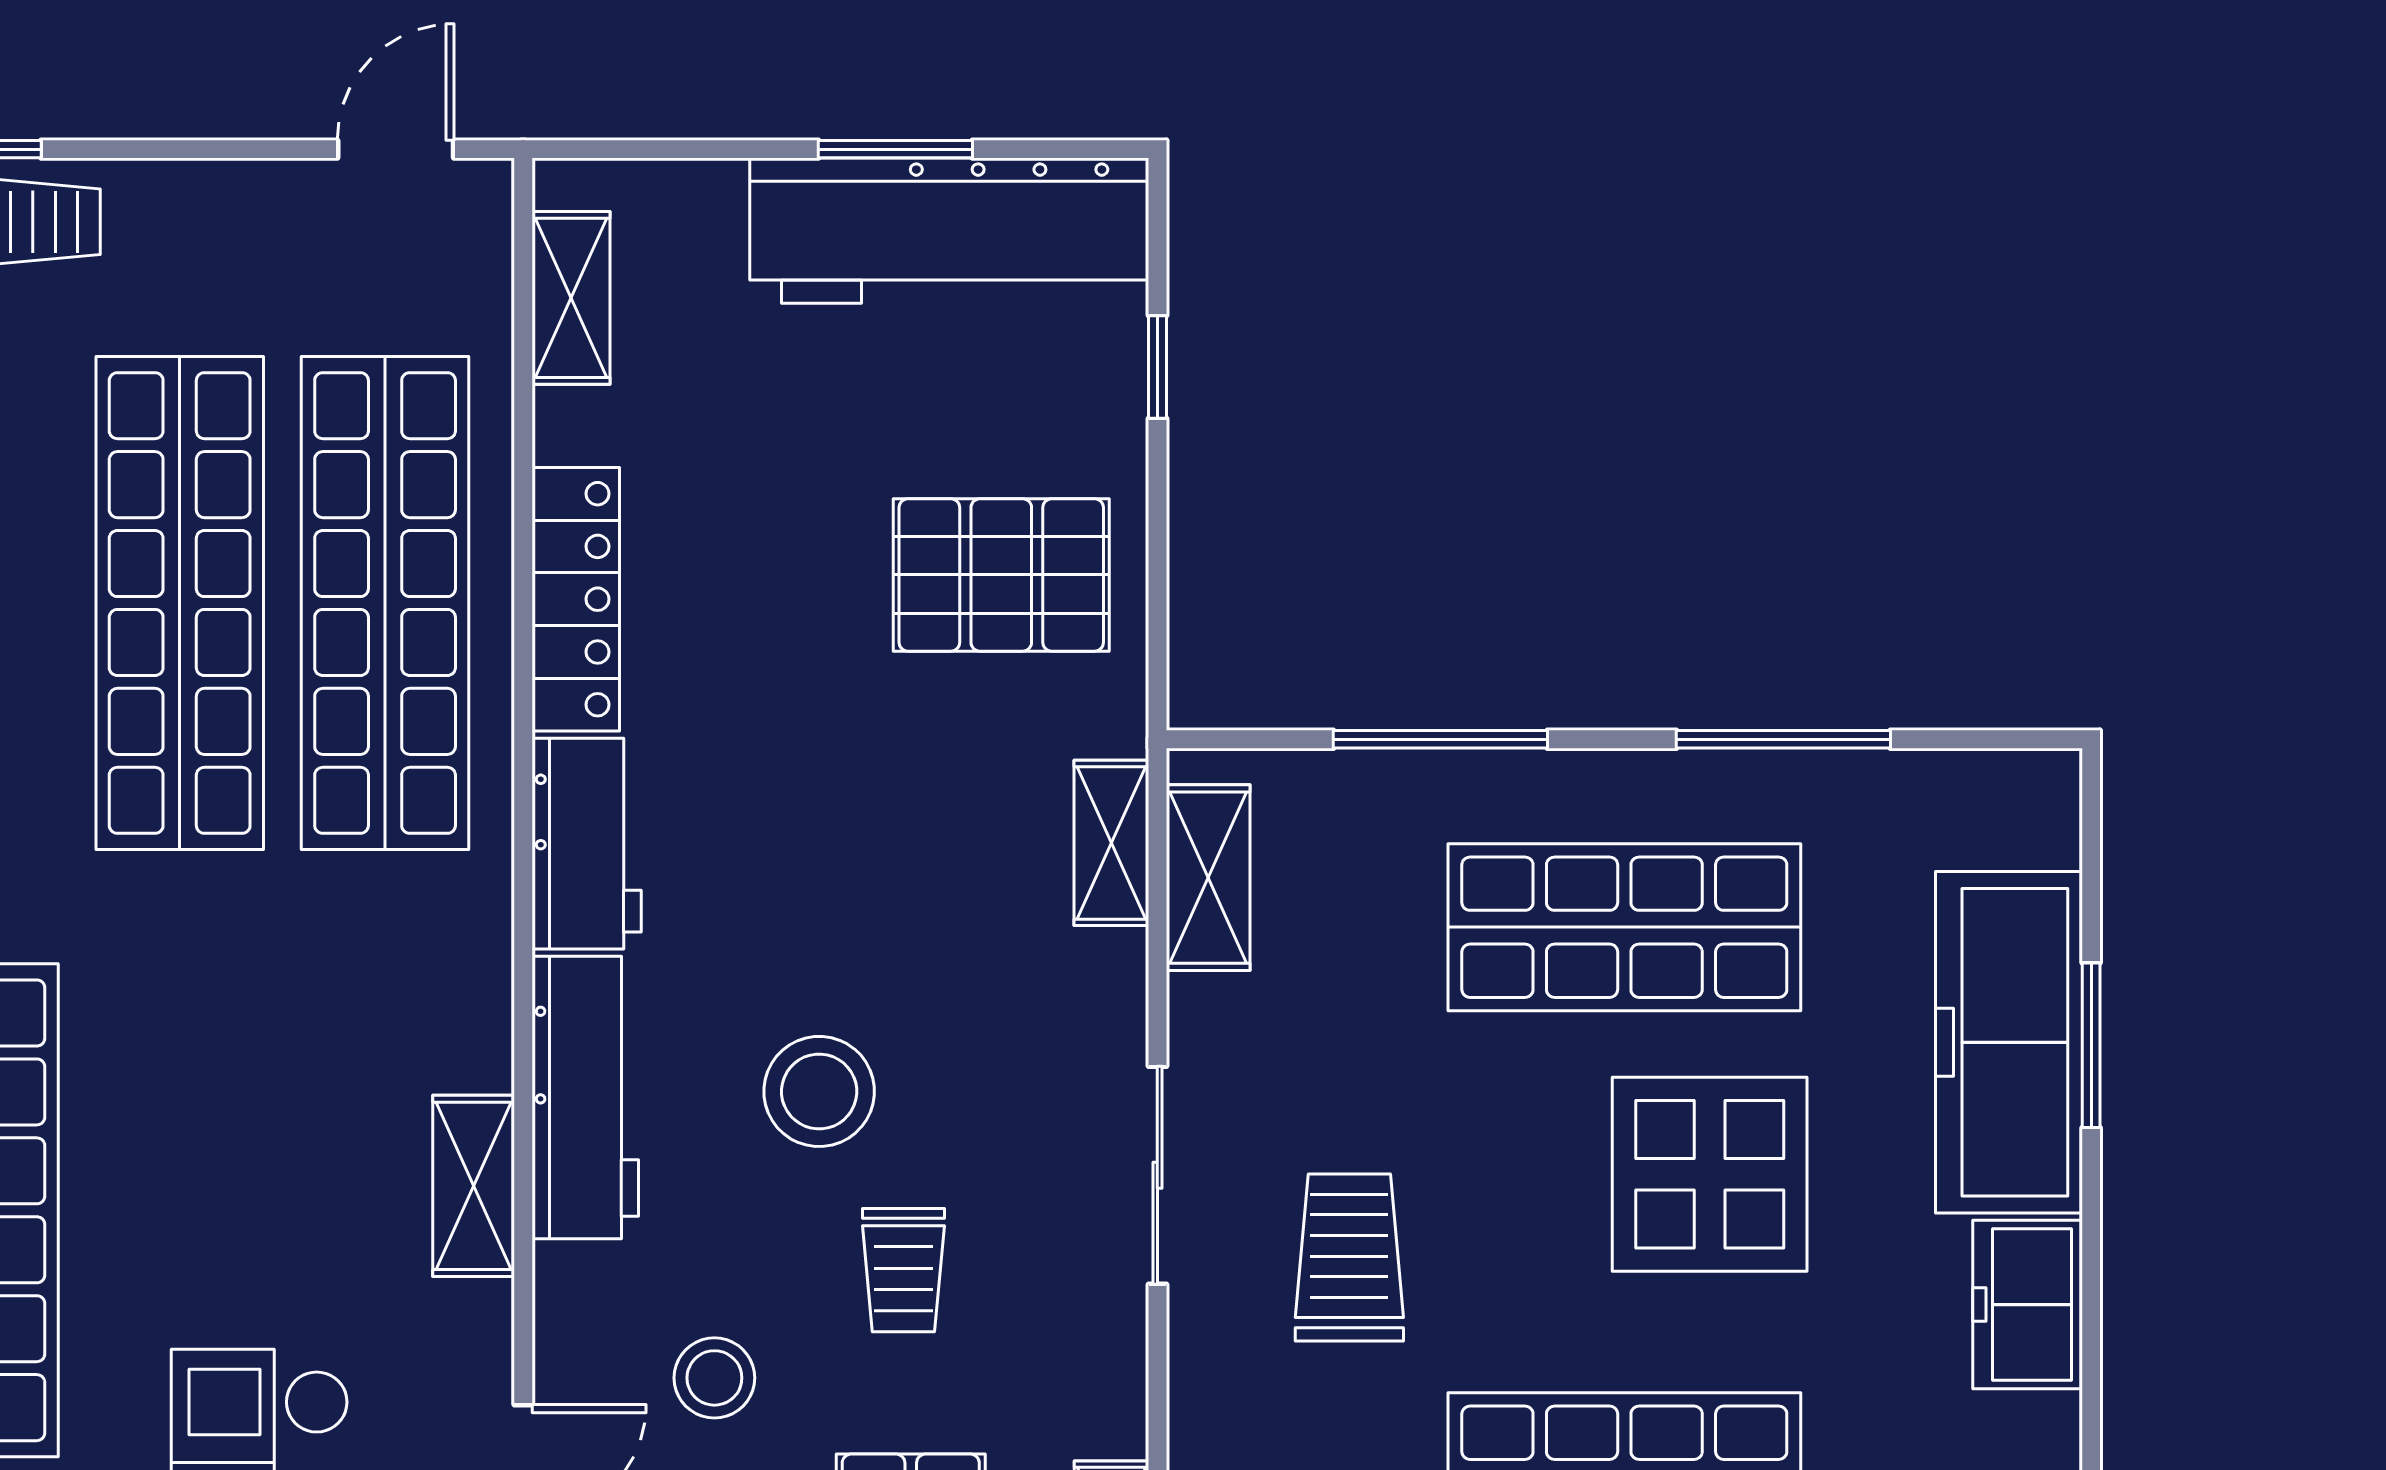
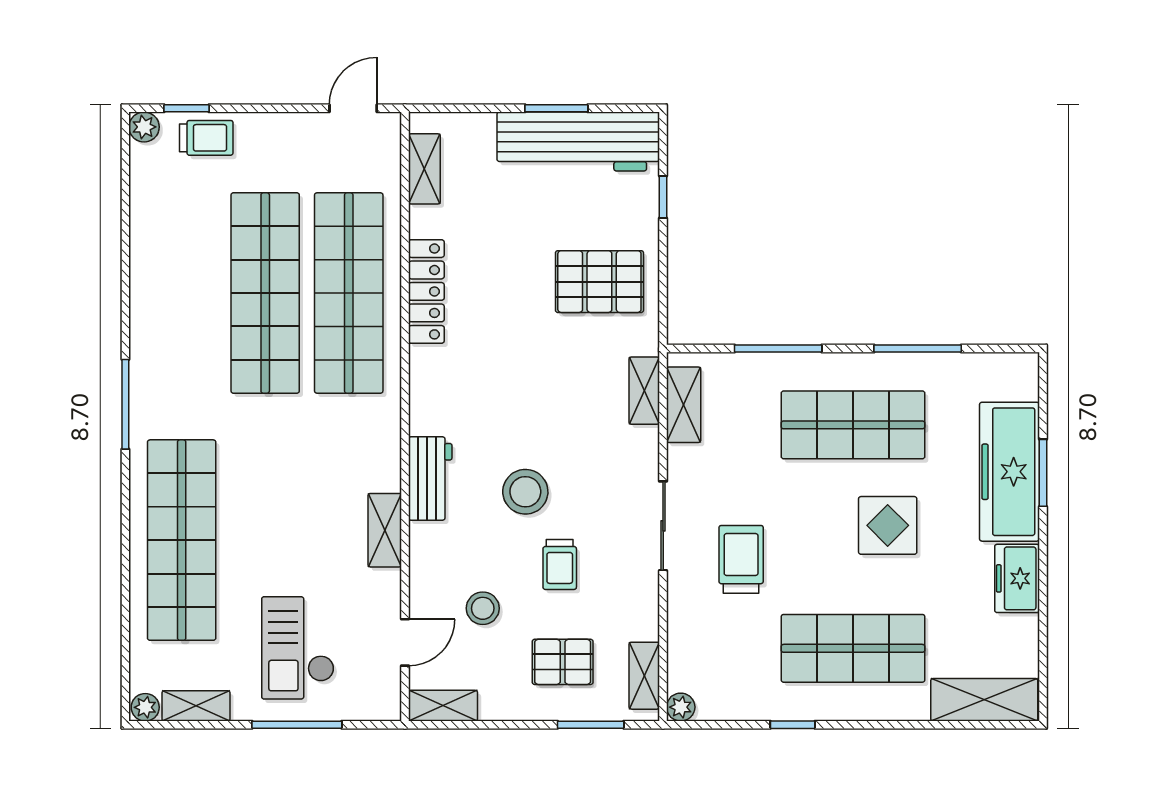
workbench: (587, 844) -> (431, 391), removed
workbench: (585, 1098) -> (430, 479), width x0.73
display table: (1710, 1174) -> (888, 525), width x0.73, depth x0.73

